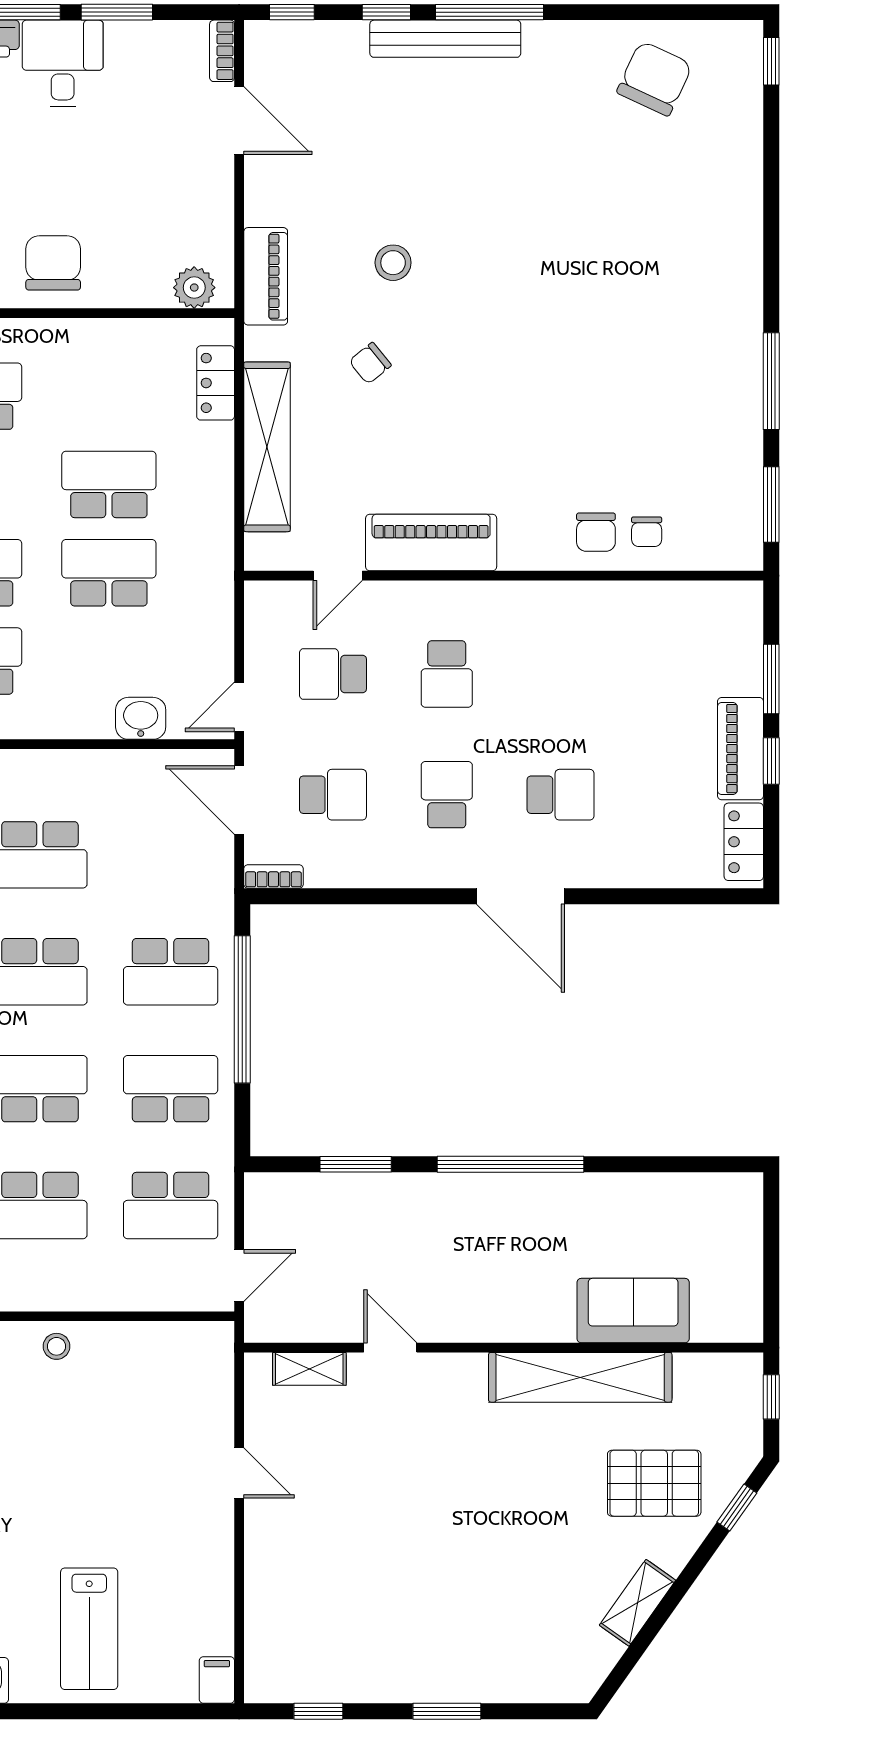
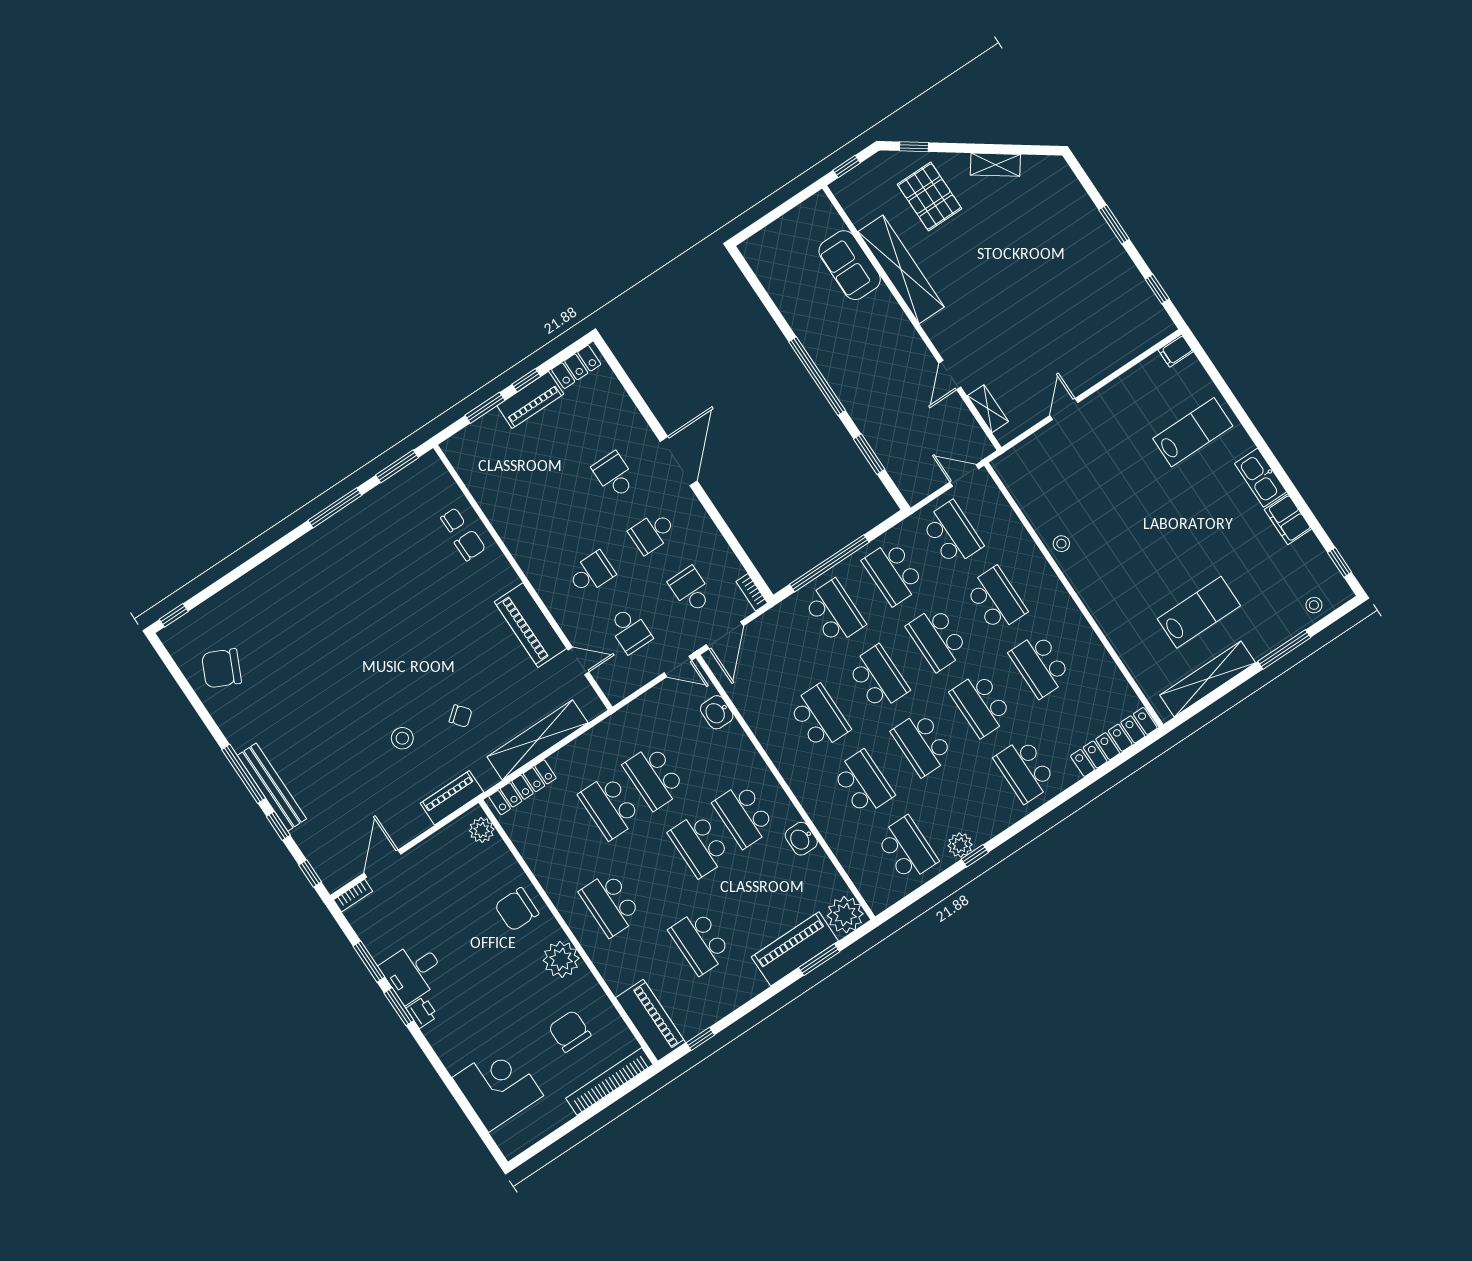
locker: (216, 383) -> (523, 787), width x1.53

